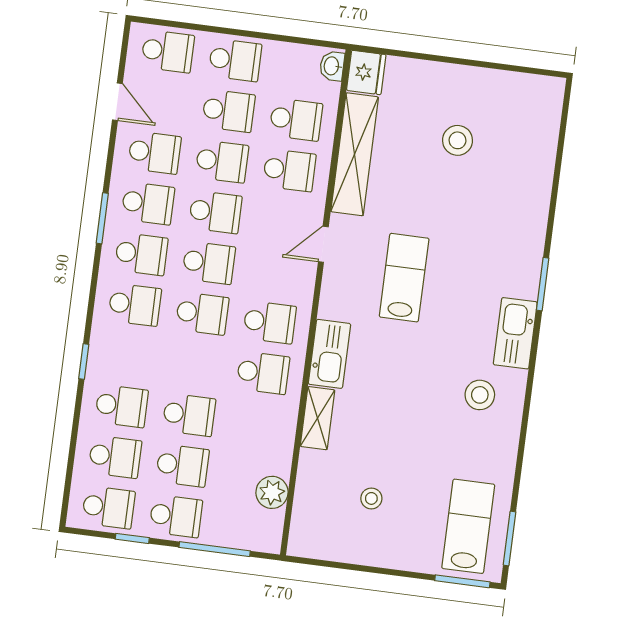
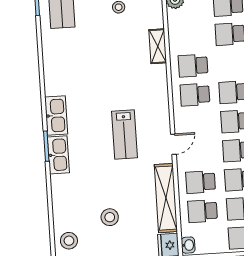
kitchen sink: (329, 354) -> (58, 155), moved, turned 180
stool: (480, 395) -> (69, 241), moved

